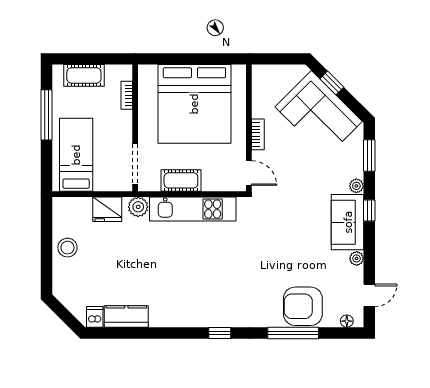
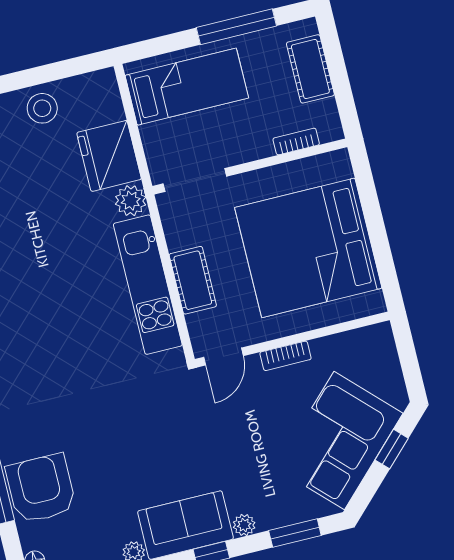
cot: (181, 180) -> (193, 280), moved
fridge: (107, 209) -> (109, 156), width x1.36, depth x1.34

